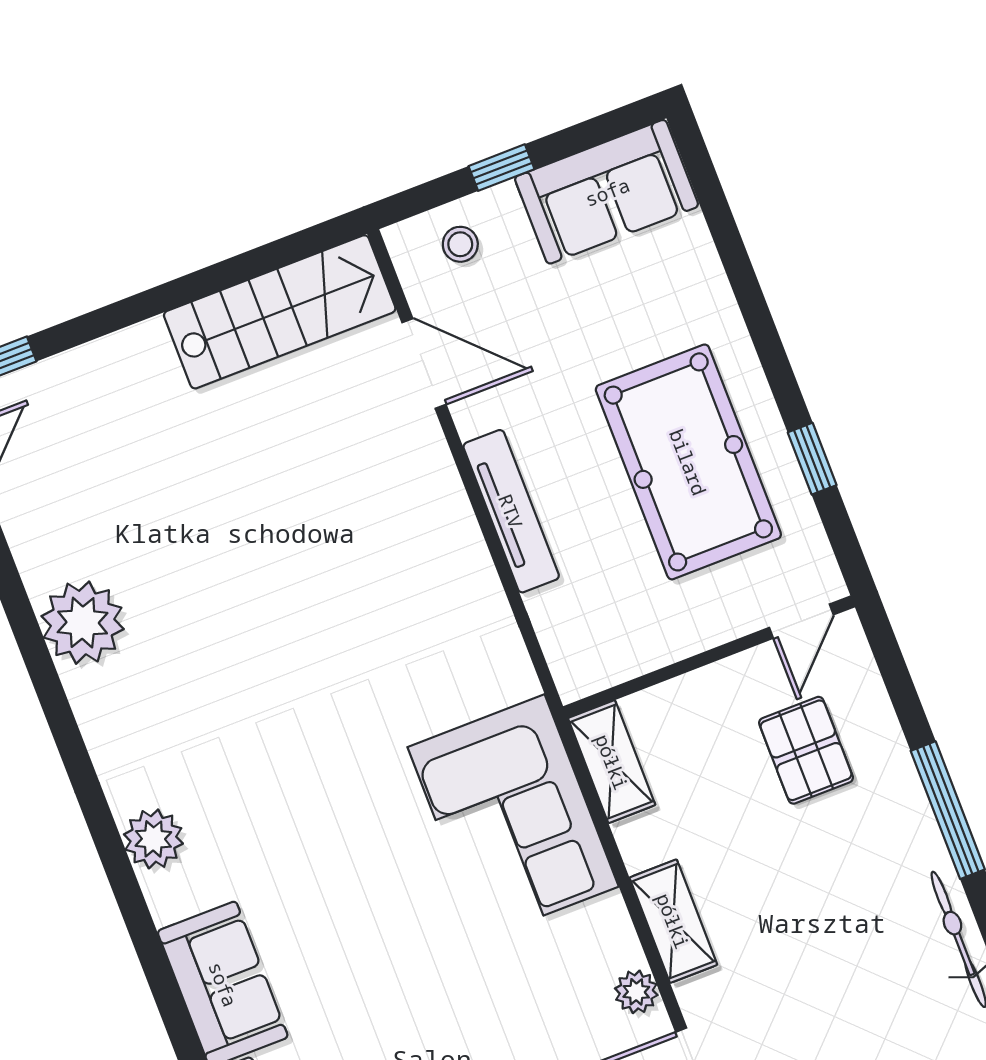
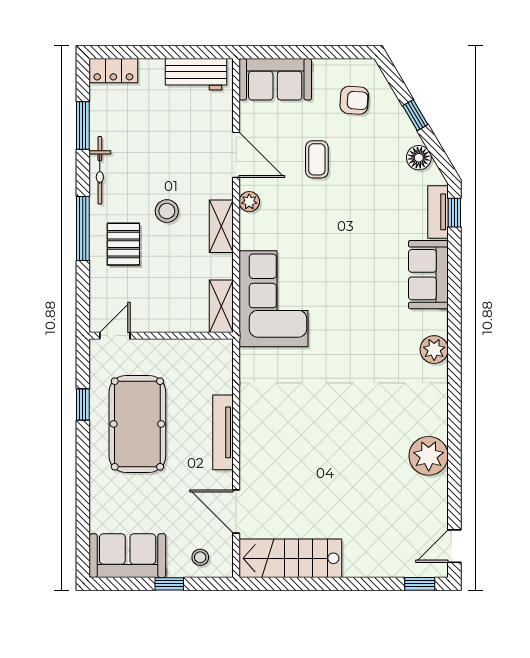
pallet: (806, 750) -> (123, 244), moved
stool: (794, 910) -> (167, 211), added

